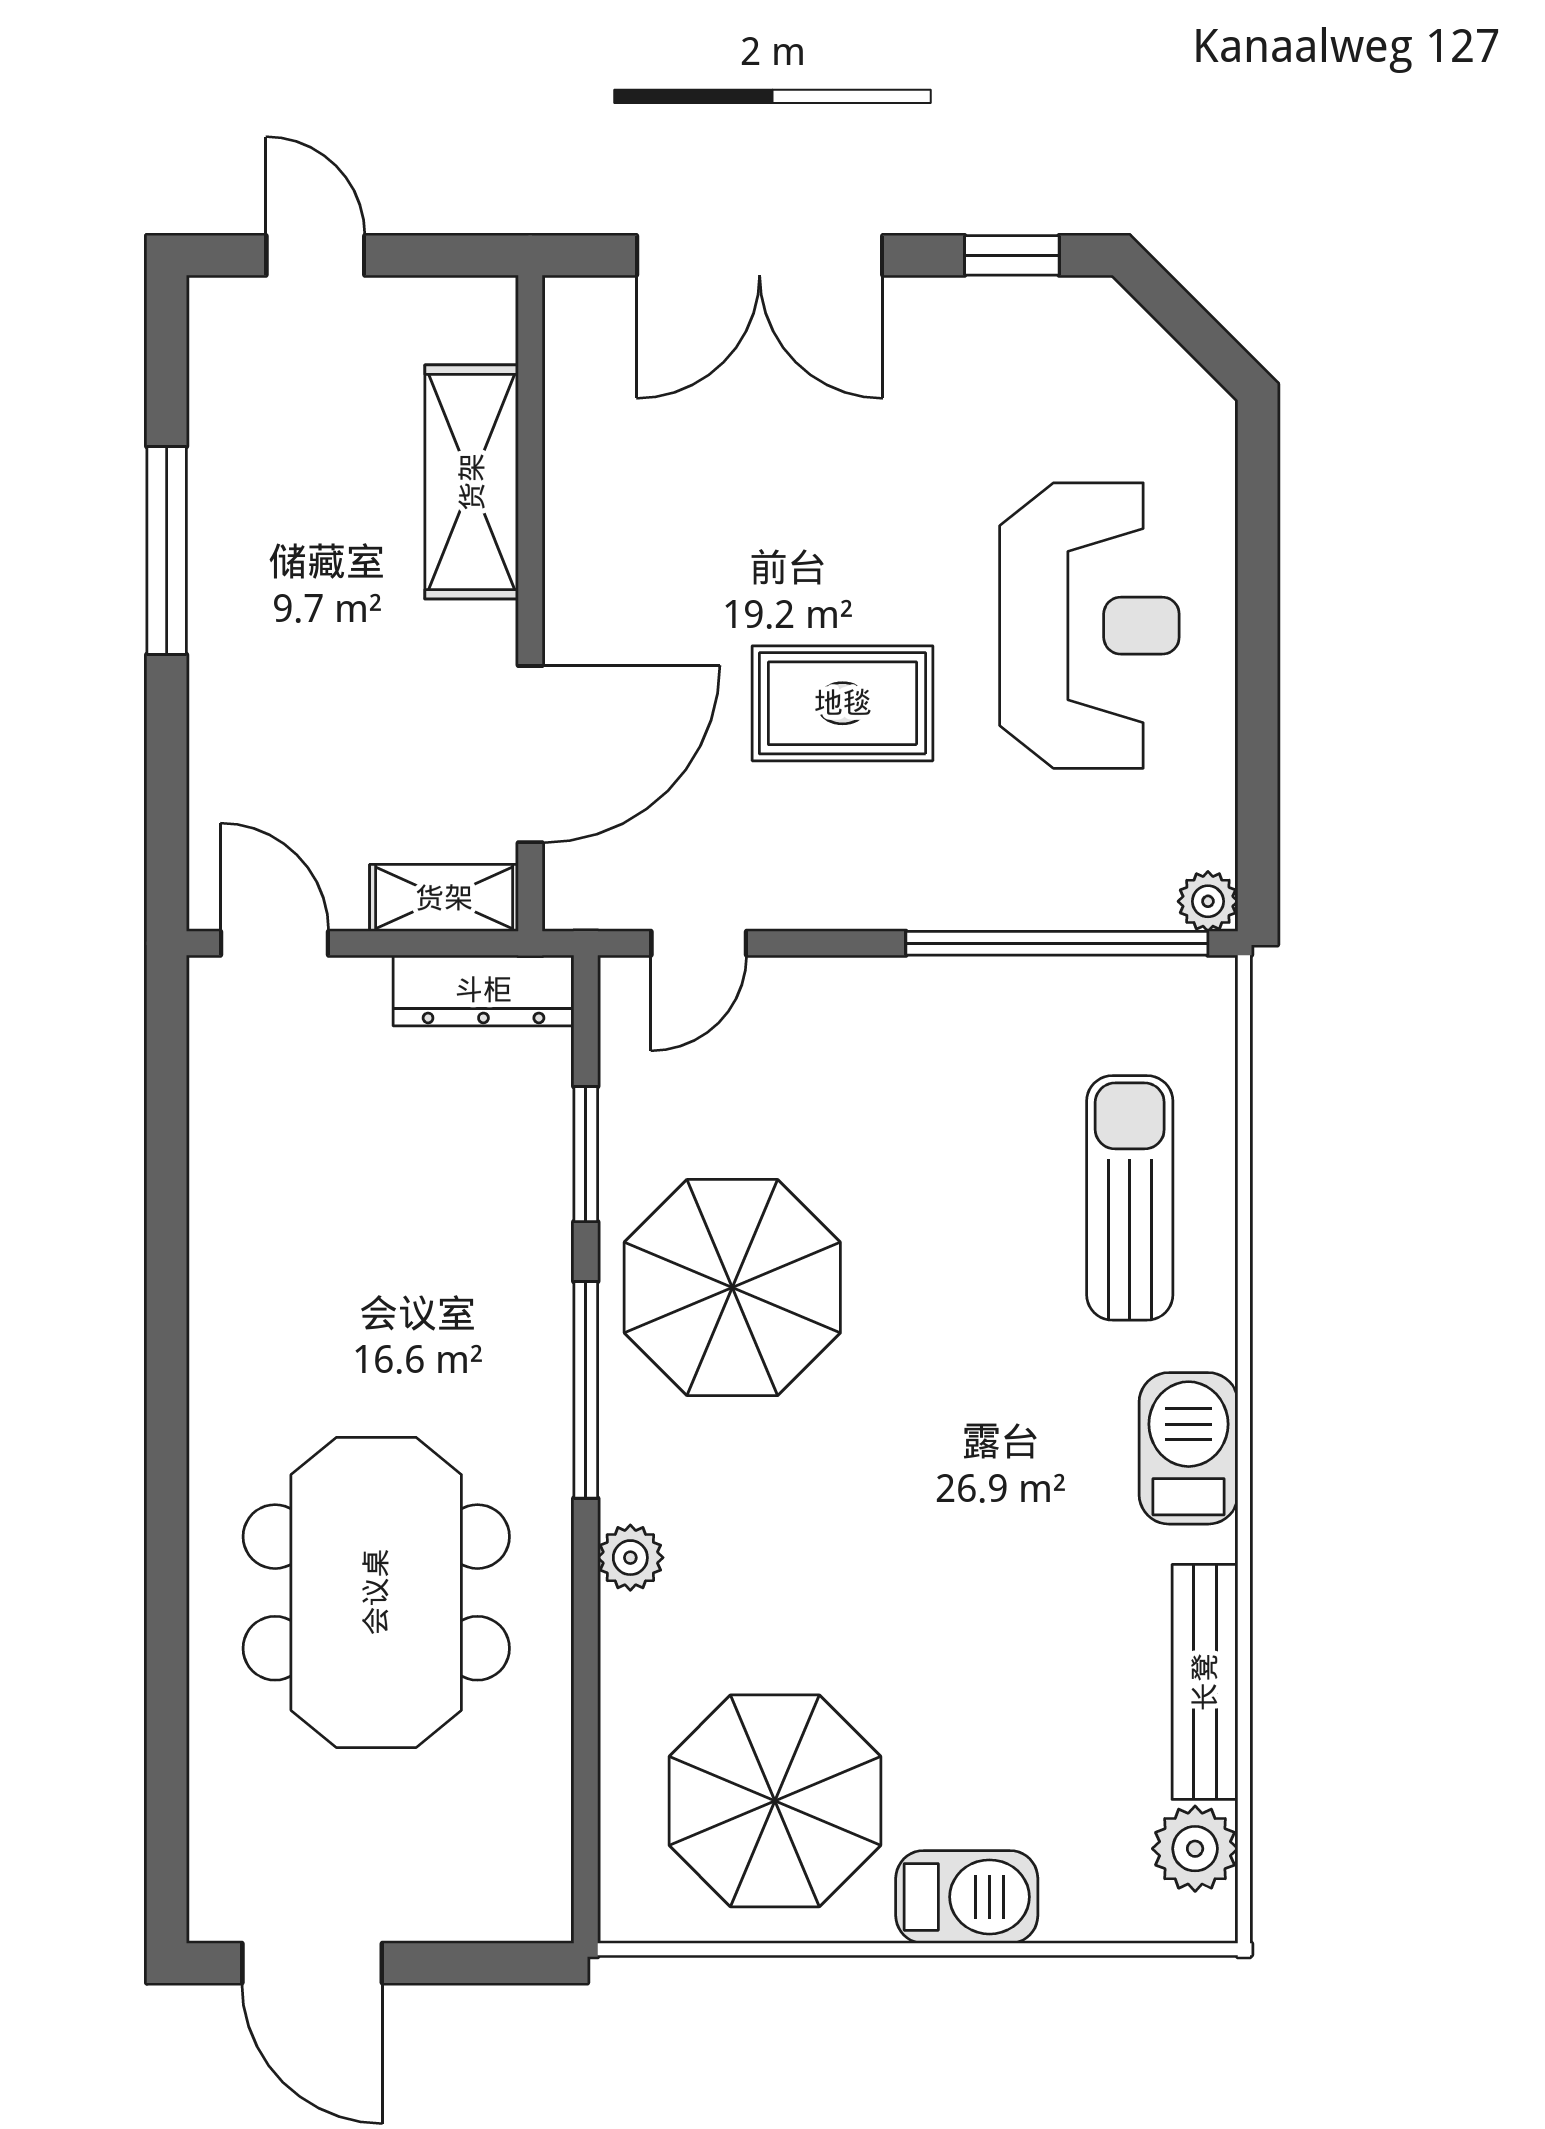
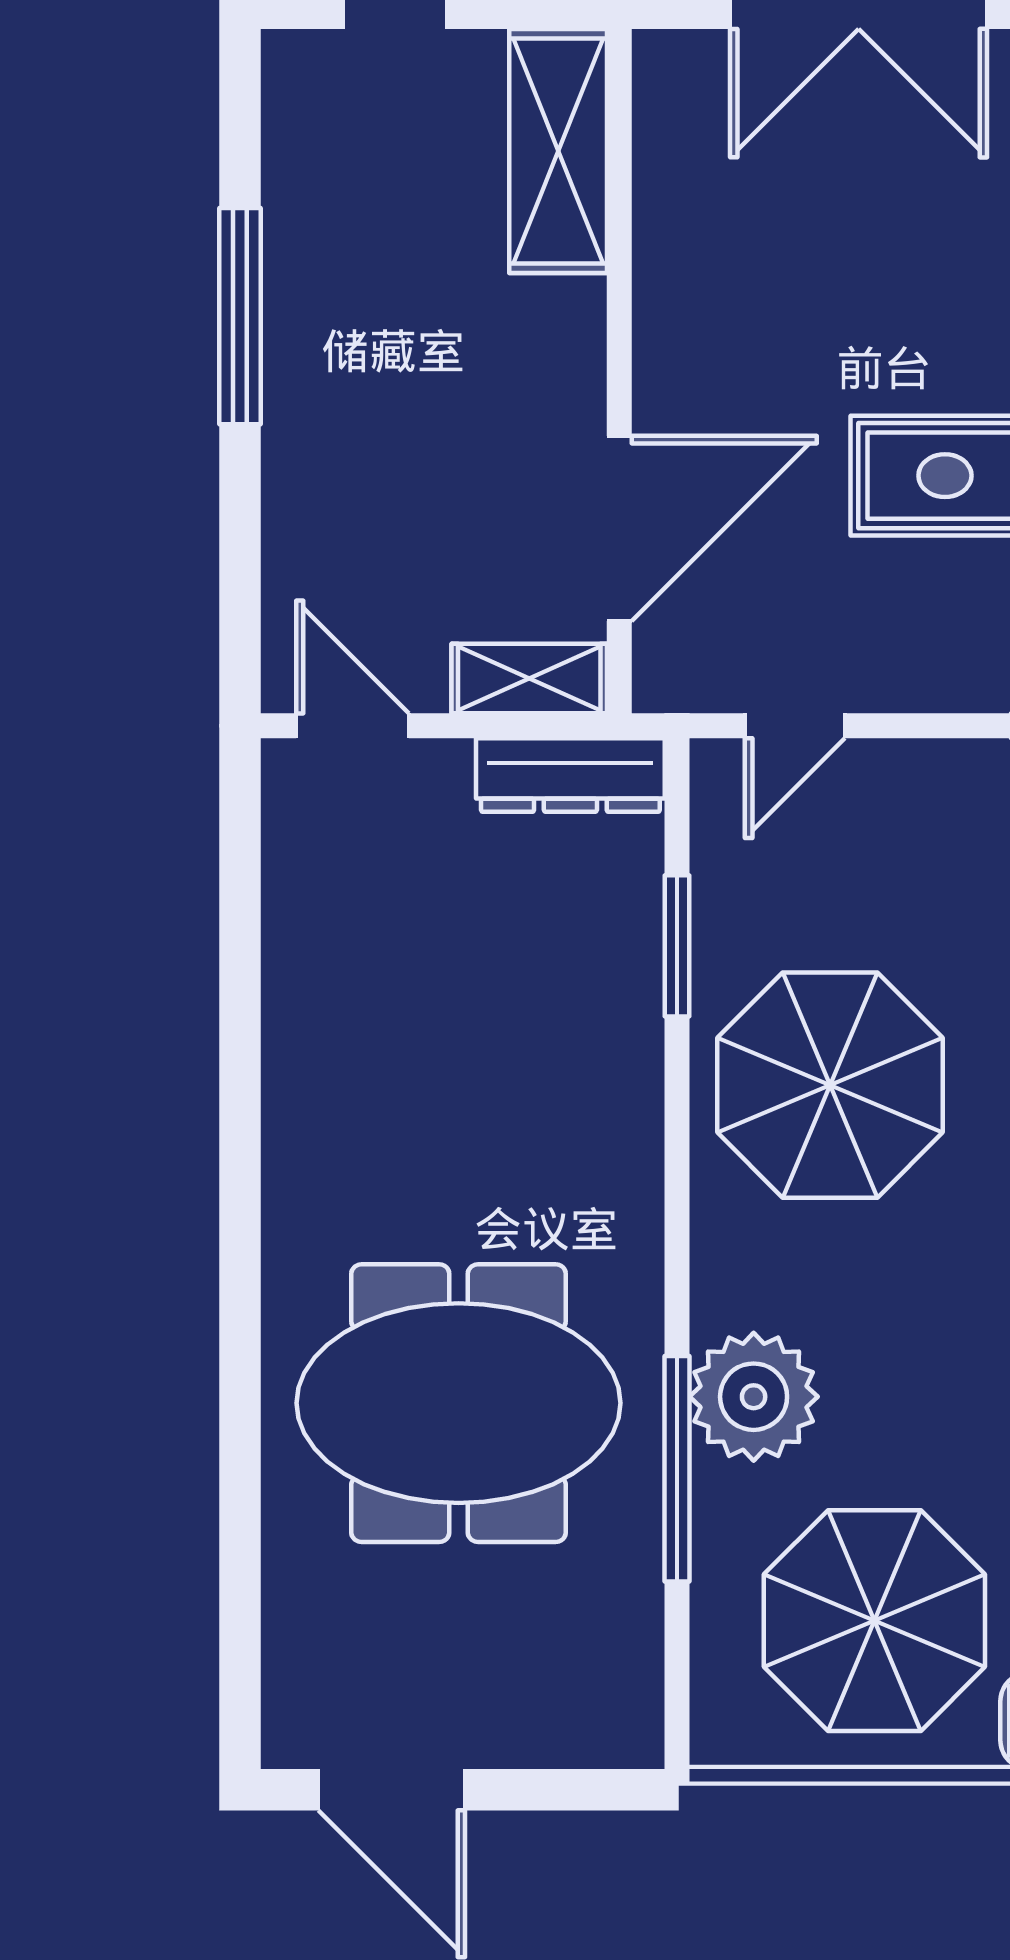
shelving: (472, 482) -> (558, 151), moved
window: (586, 1390) -> (677, 1469), moved
plant: (630, 1558) -> (754, 1397), width x1.88, depth x1.88
meeting table: (376, 1592) -> (459, 1403), turned 90

